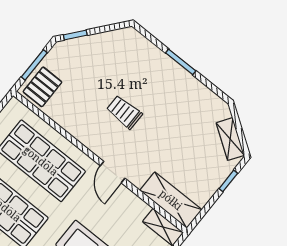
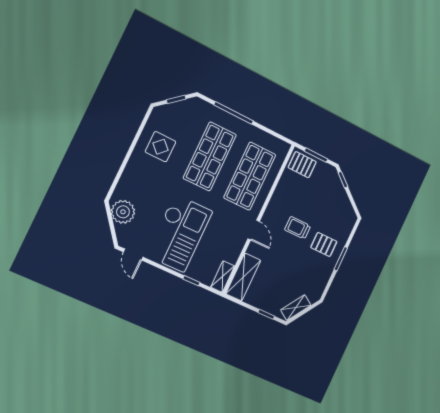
pallet: (156, 81) -> (324, 244), added
trolley: (124, 112) -> (298, 228), turned -90
door: (113, 172) -> (254, 230), swing flipped

